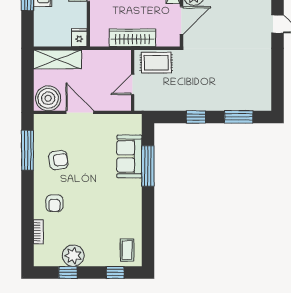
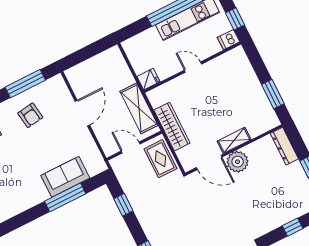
shelving: (57, 59) -> (139, 108), moved
boiler: (48, 98) -> (81, 79), removed
window: (196, 117) -> (123, 205), moved

